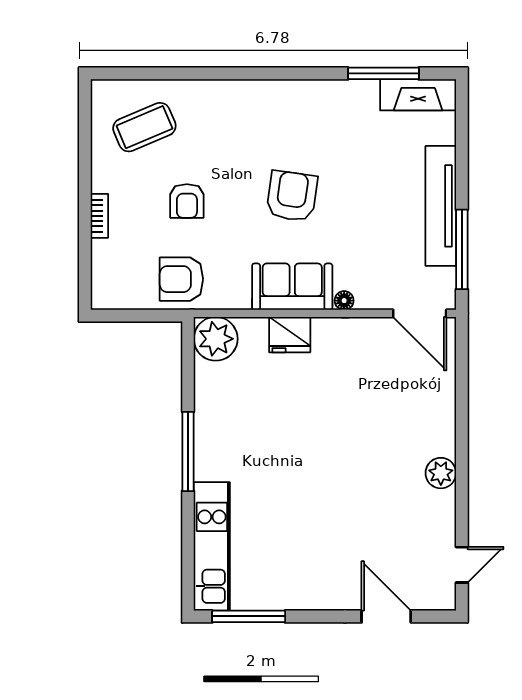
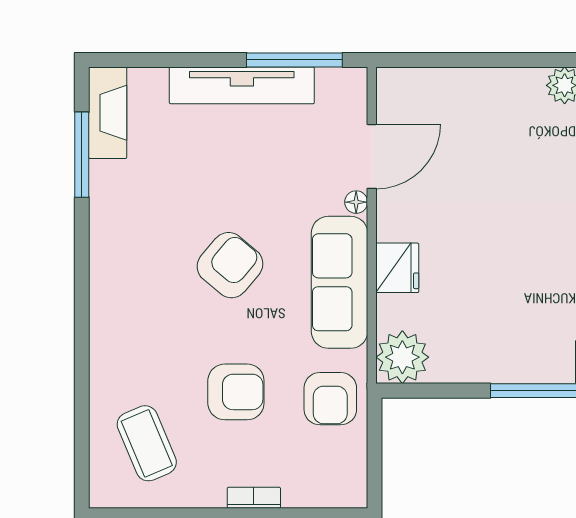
armchair: (292, 196) -> (230, 265), turned 122
armchair: (187, 201) -> (236, 392), width x1.38, depth x1.38
sofa: (292, 287) -> (340, 282), width x1.36
door: (420, 313) -> (372, 156), moved

